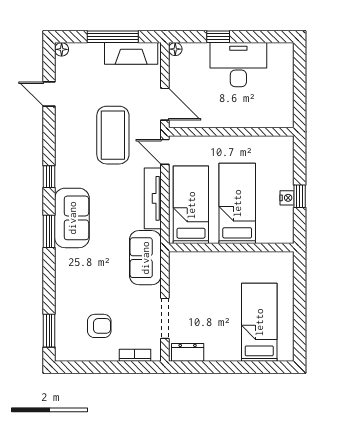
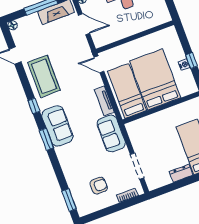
door: (165, 104) -> (84, 24), moved
coffee table: (113, 135) -> (44, 76), moved
tv unit: (153, 198) -> (104, 101), width x0.71
bed: (237, 203) -> (155, 79), width x1.50
dresser: (188, 352) -> (181, 173), moved

